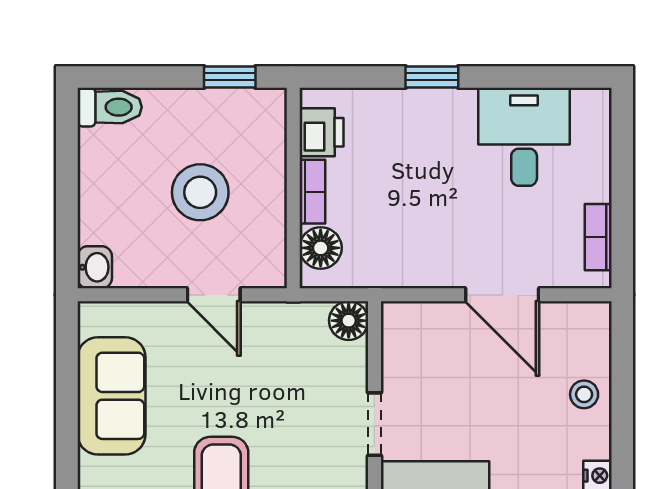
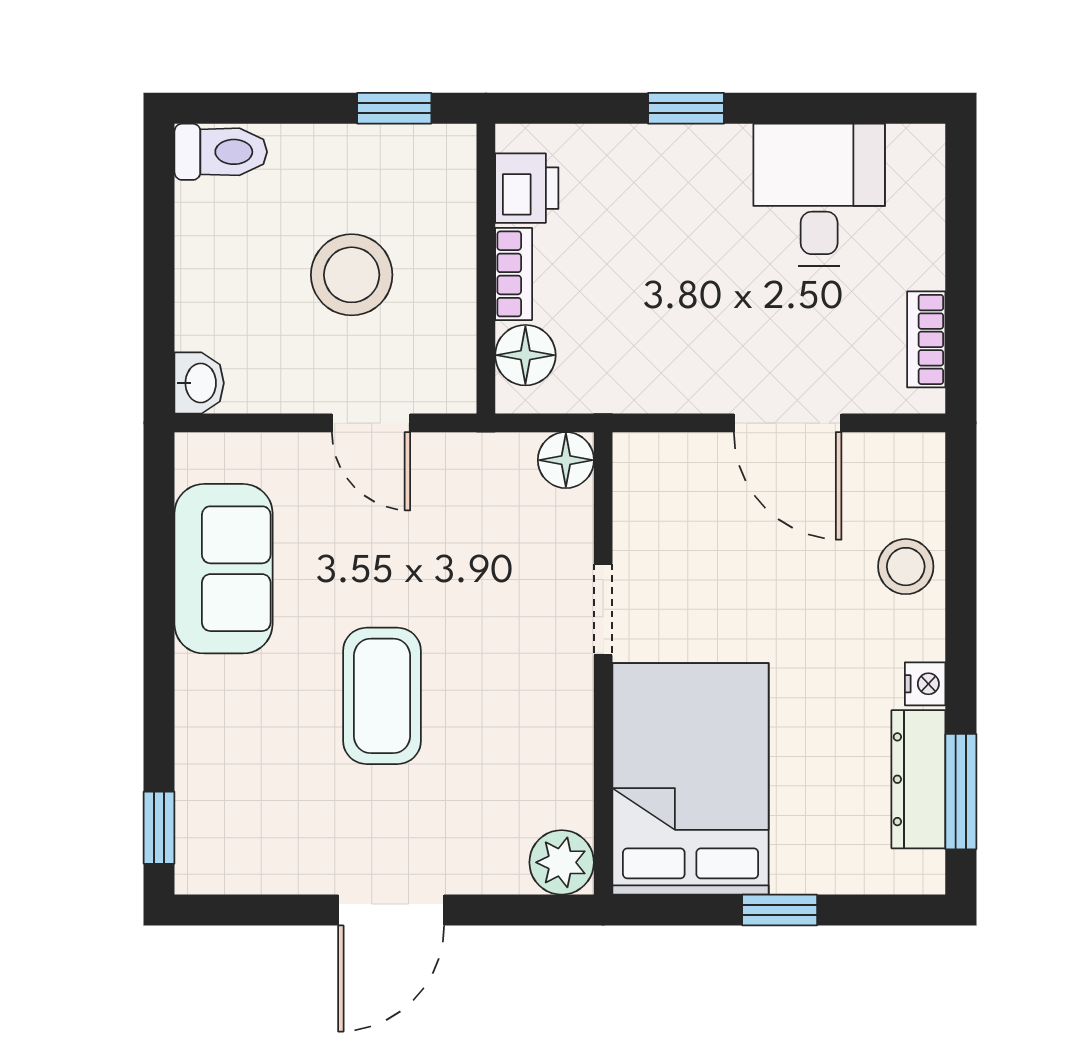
stool: (584, 394) -> (906, 567), width x1.37, depth x1.37

